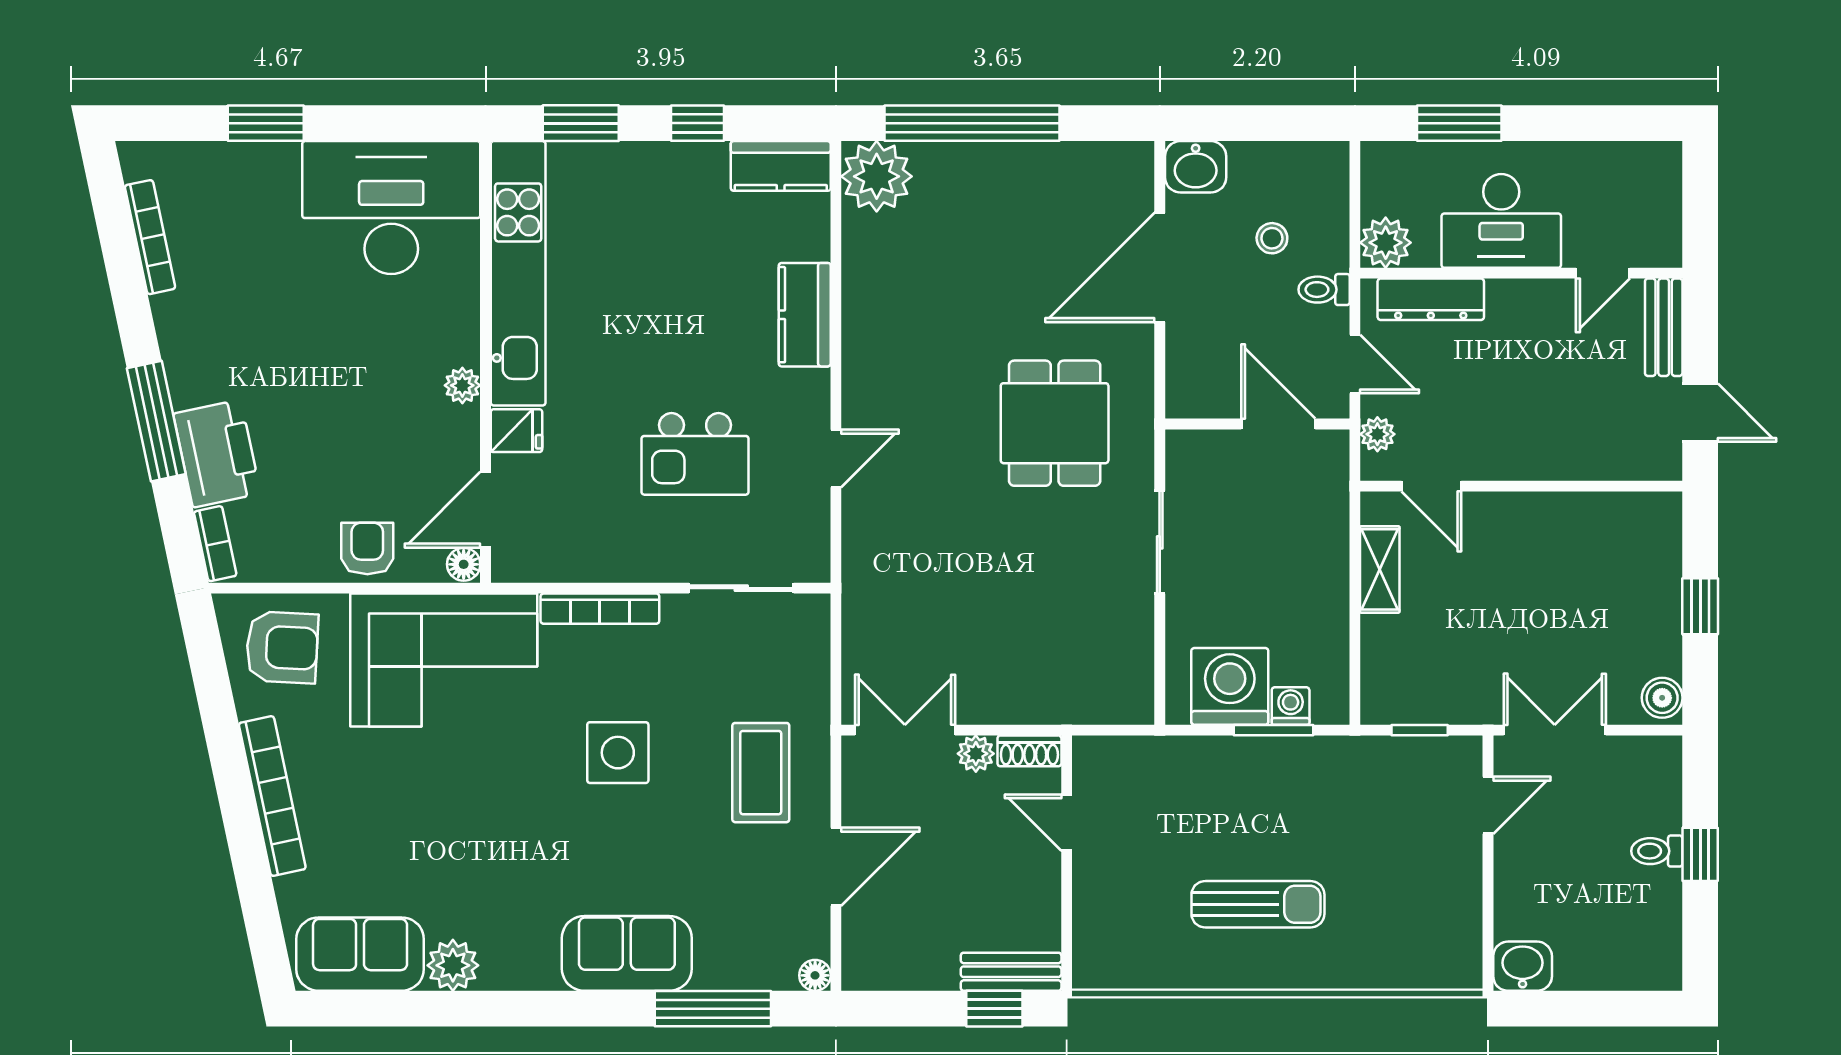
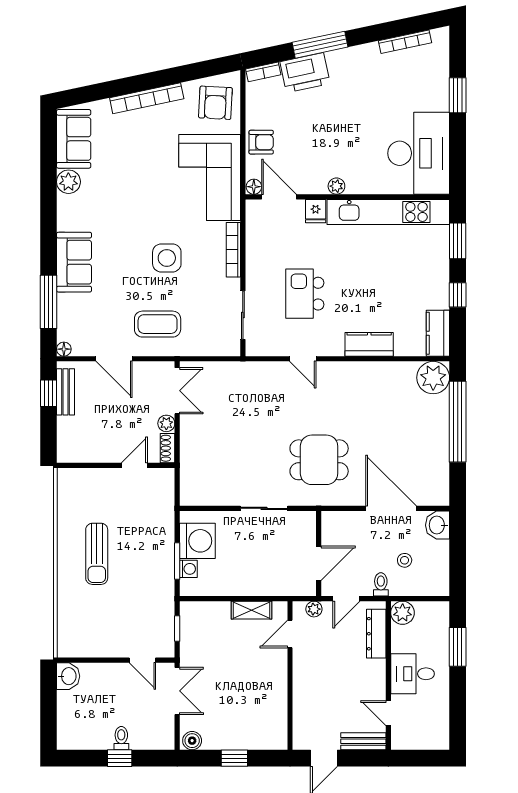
desk: (1501, 221) -> (413, 674), width x0.73
bench: (1011, 972) -> (66, 392), moved
window: (994, 1009) -> (48, 393), moved

